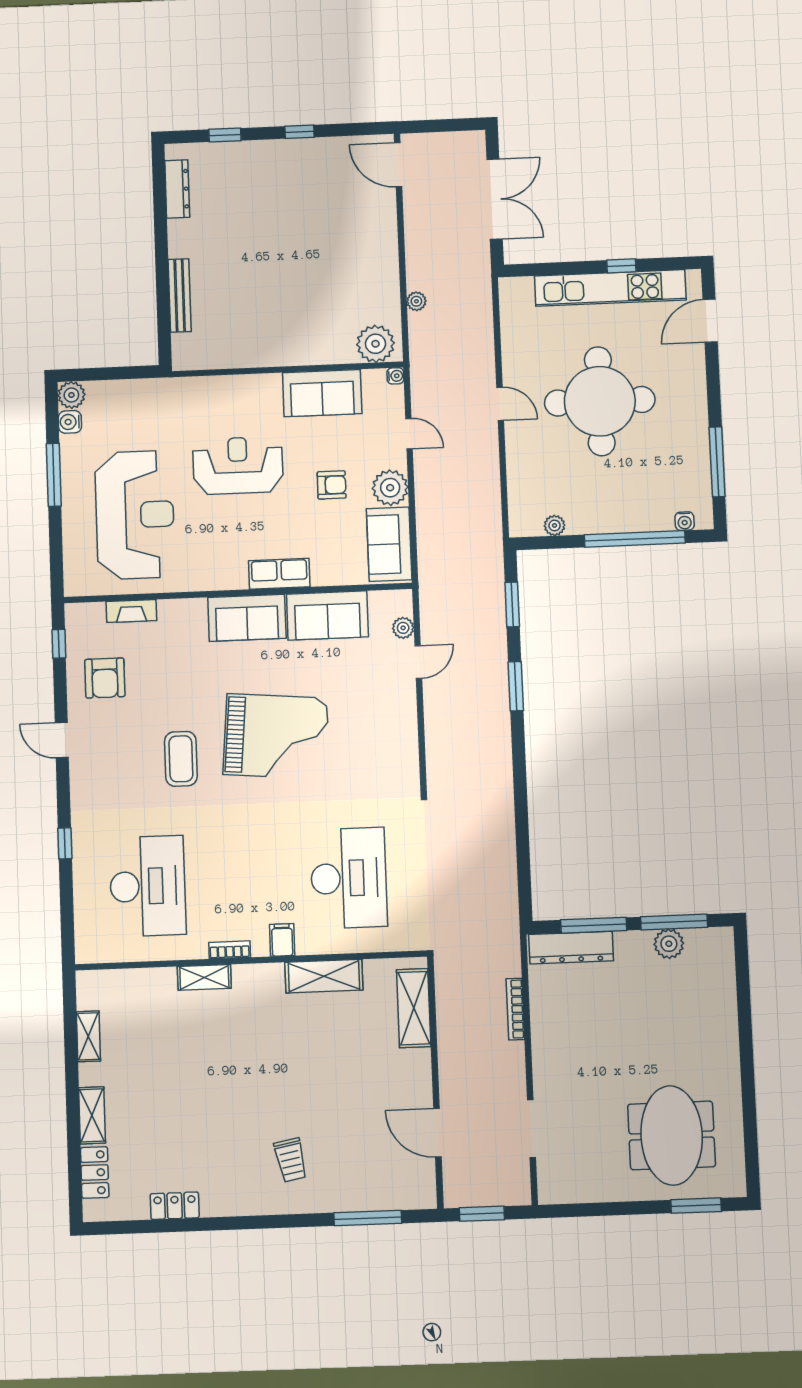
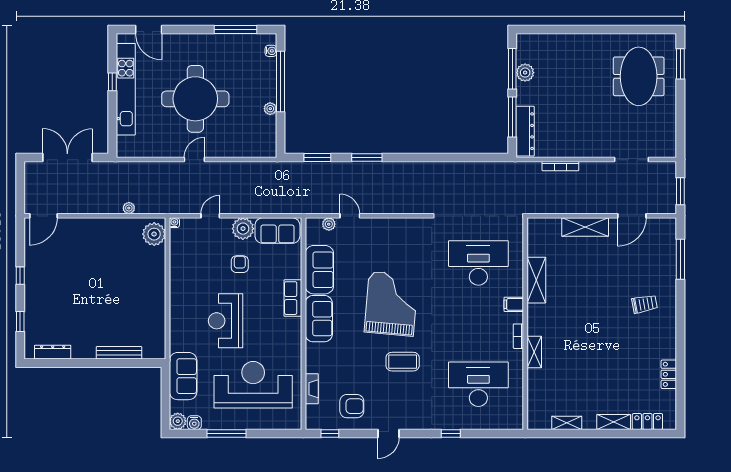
sofa: (322, 393) -> (183, 376), moved
plant: (555, 525) -> (270, 109), moved
shelving: (414, 1008) -> (585, 227), moved
meeting table: (672, 1135) -> (639, 76), turned 90

